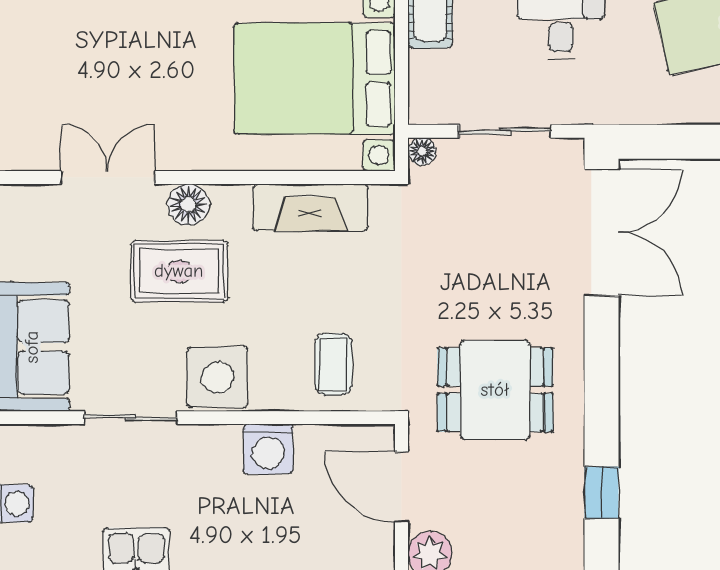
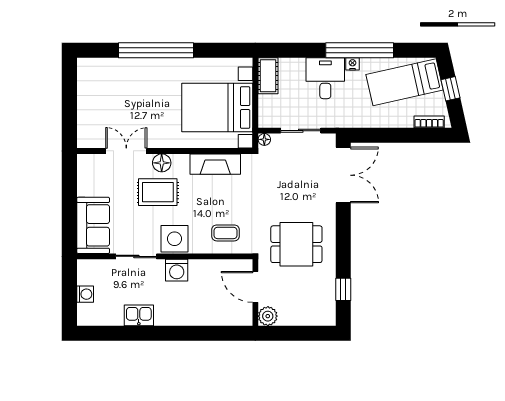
coffee table: (334, 364) -> (226, 233), turned 90
washing machine: (268, 449) -> (177, 270), moved

